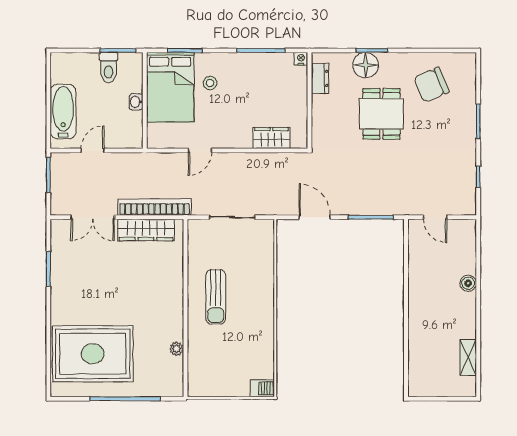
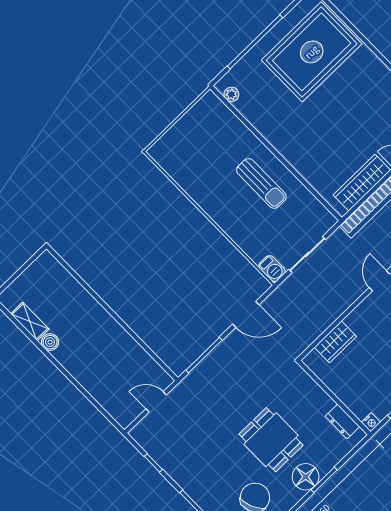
floor lamp: (366, 65) -> (306, 477), moved
boiler: (468, 283) -> (50, 342), moved
sun lounger: (216, 297) -> (261, 183), turned 180
plant: (177, 349) -> (231, 94), moved
barbecue: (262, 388) -> (272, 269), moved, turned -90

